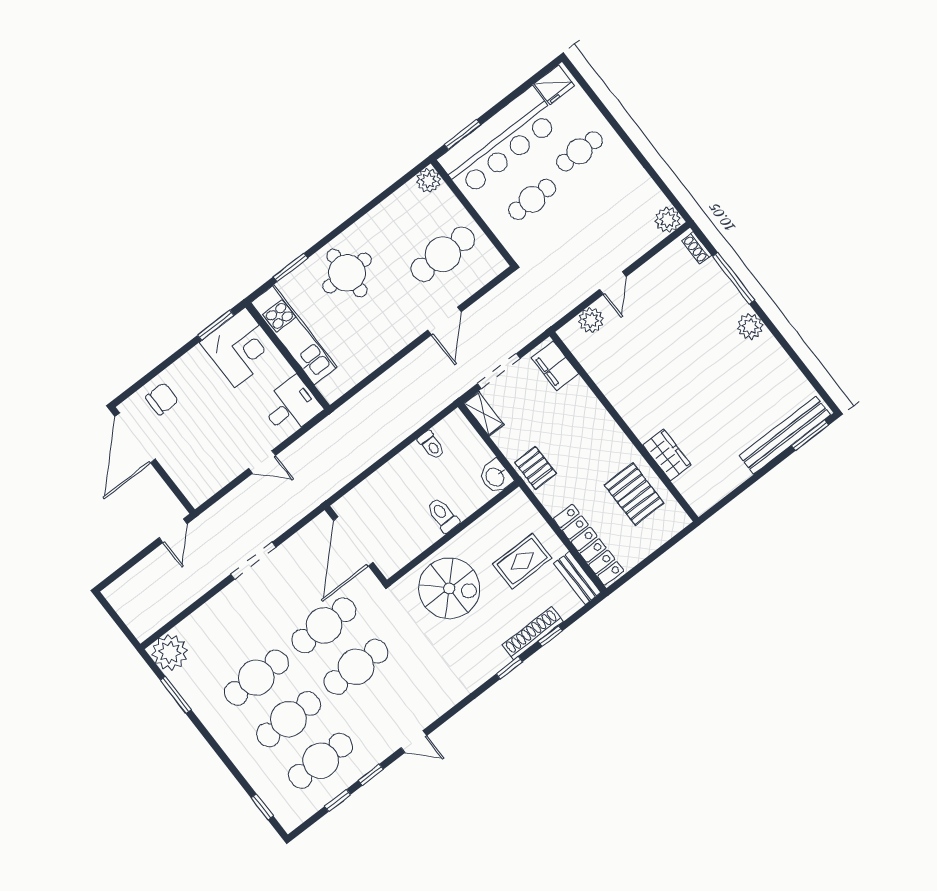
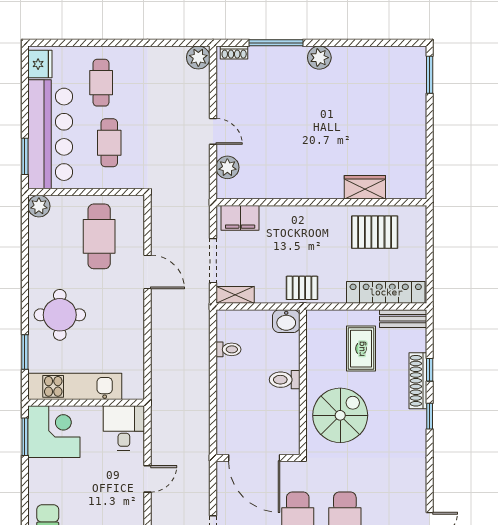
bench: (785, 435) -> (416, 93), removed

